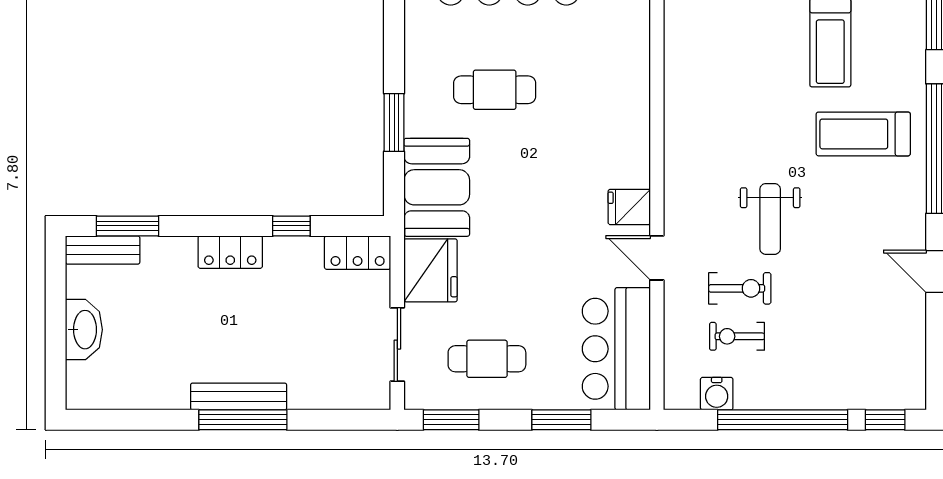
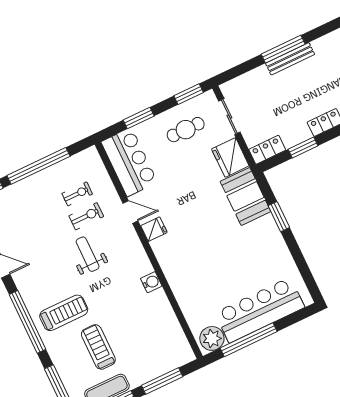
cafe table: (495, 90) -> (240, 253), removed
window: (291, 226) -> (303, 147), width x1.50
exercise bike: (740, 288) -> (86, 216), turned 180
water cooler: (717, 394) -> (151, 282), moved, turned 90

